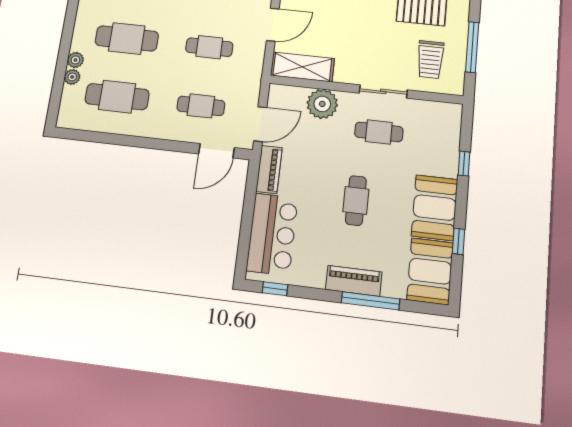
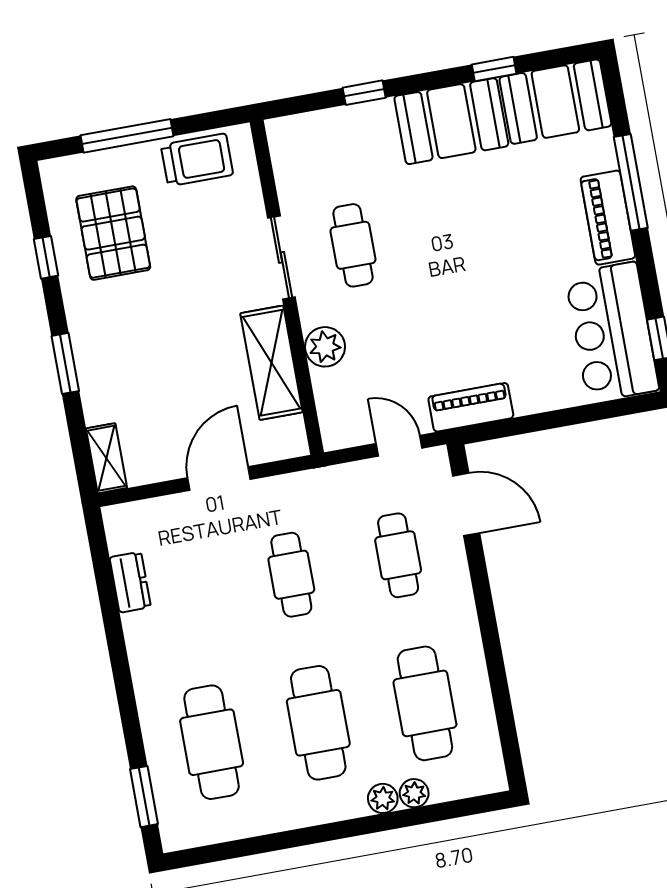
door: (273, 25) -> (219, 478), hinge flipped
window: (472, 47) -> (127, 136), moved
trolley: (430, 60) -> (197, 160), moved
shelving: (302, 67) -> (271, 363), moved
plant: (322, 104) -> (325, 347), width x0.73, depth x0.73
door: (260, 124) -> (399, 446), width x0.73
cafe table: (356, 201) -> (479, 251), removed
bar counter: (272, 234) -> (612, 332), moved, turned -90

